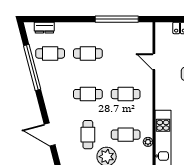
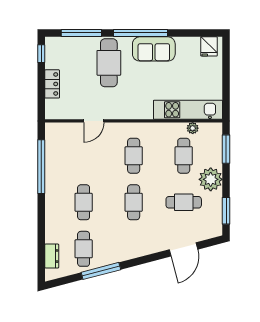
window: (32, 68) -> (101, 271), width x0.68

